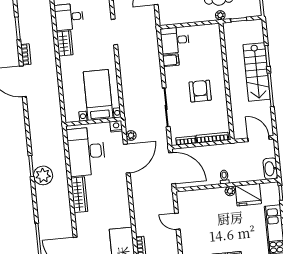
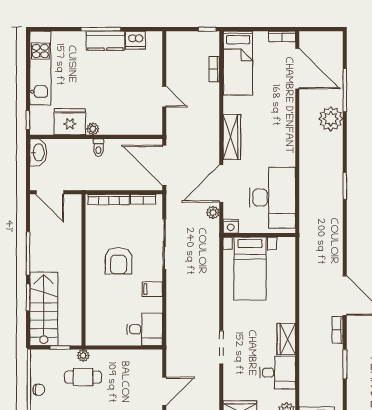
filing cabinet: (171, 60) -> (152, 289), moved
stairs: (257, 72) -> (44, 309), moved
plant: (43, 175) -> (331, 119), moved
wardrobe: (79, 195) -> (232, 137), moved, turned 180

